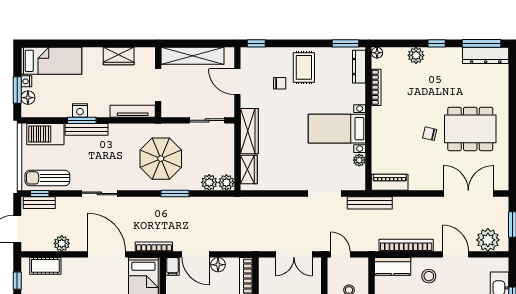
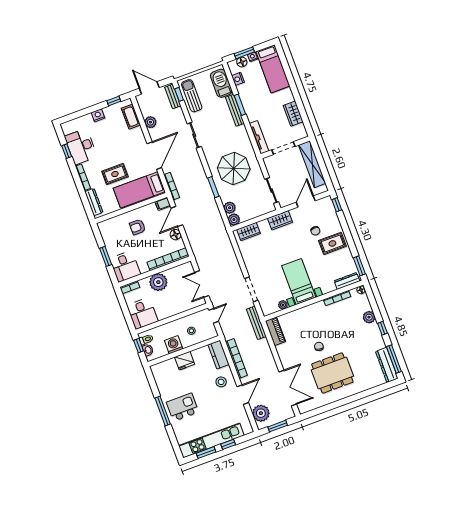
nightstand: (80, 111) -> (238, 79), moved
dining table: (470, 129) -> (332, 373), turned 90
wardrobe: (249, 131) -> (280, 220), width x0.67

